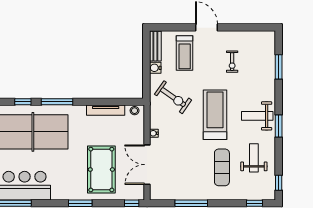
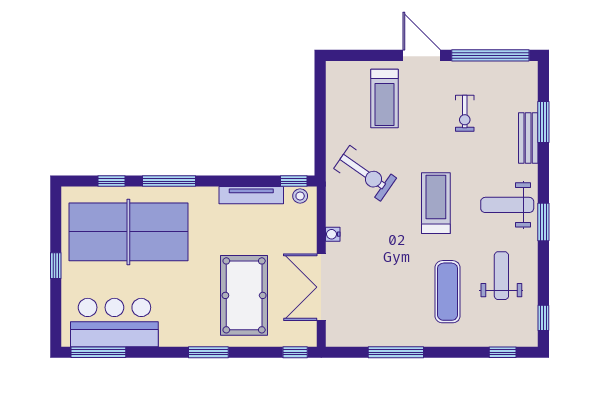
window: (247, 27) -> (490, 55), added
bench: (155, 46) -> (528, 138), moved
water cooler: (155, 68) -> (335, 124), removed
window: (131, 102) -> (294, 181), added
treadmill: (215, 115) -> (436, 203), width x0.73, depth x0.73

